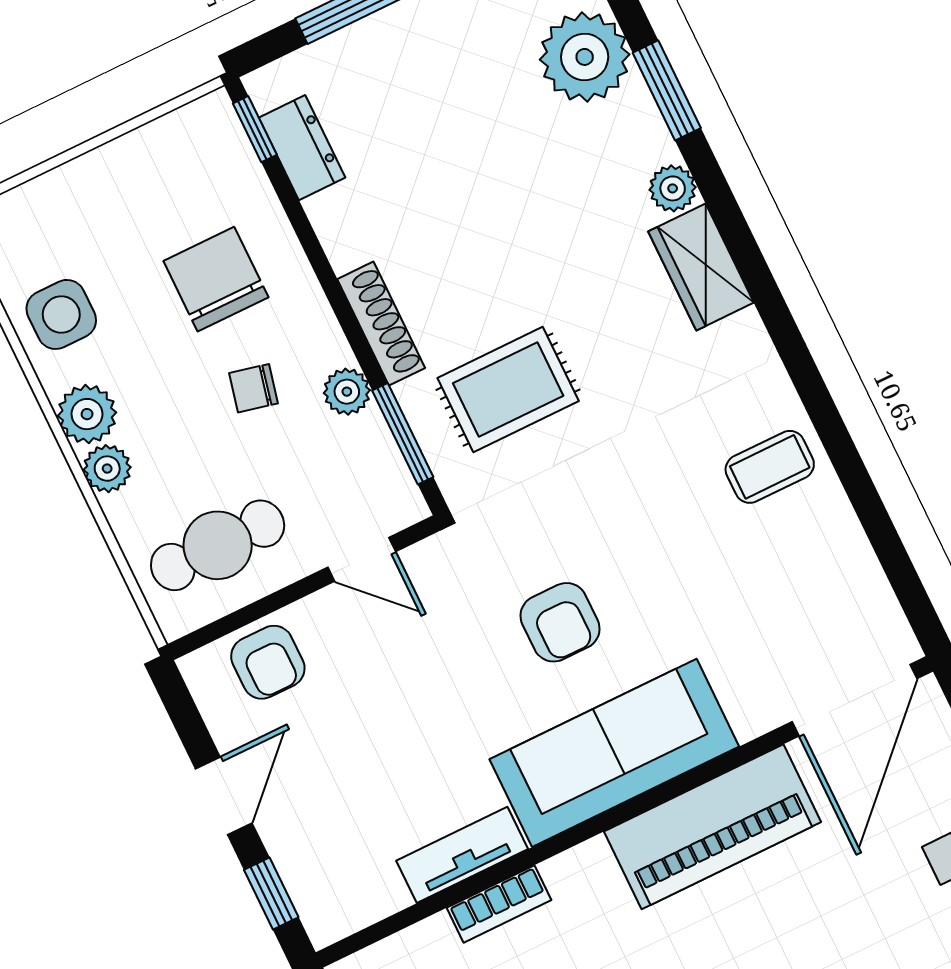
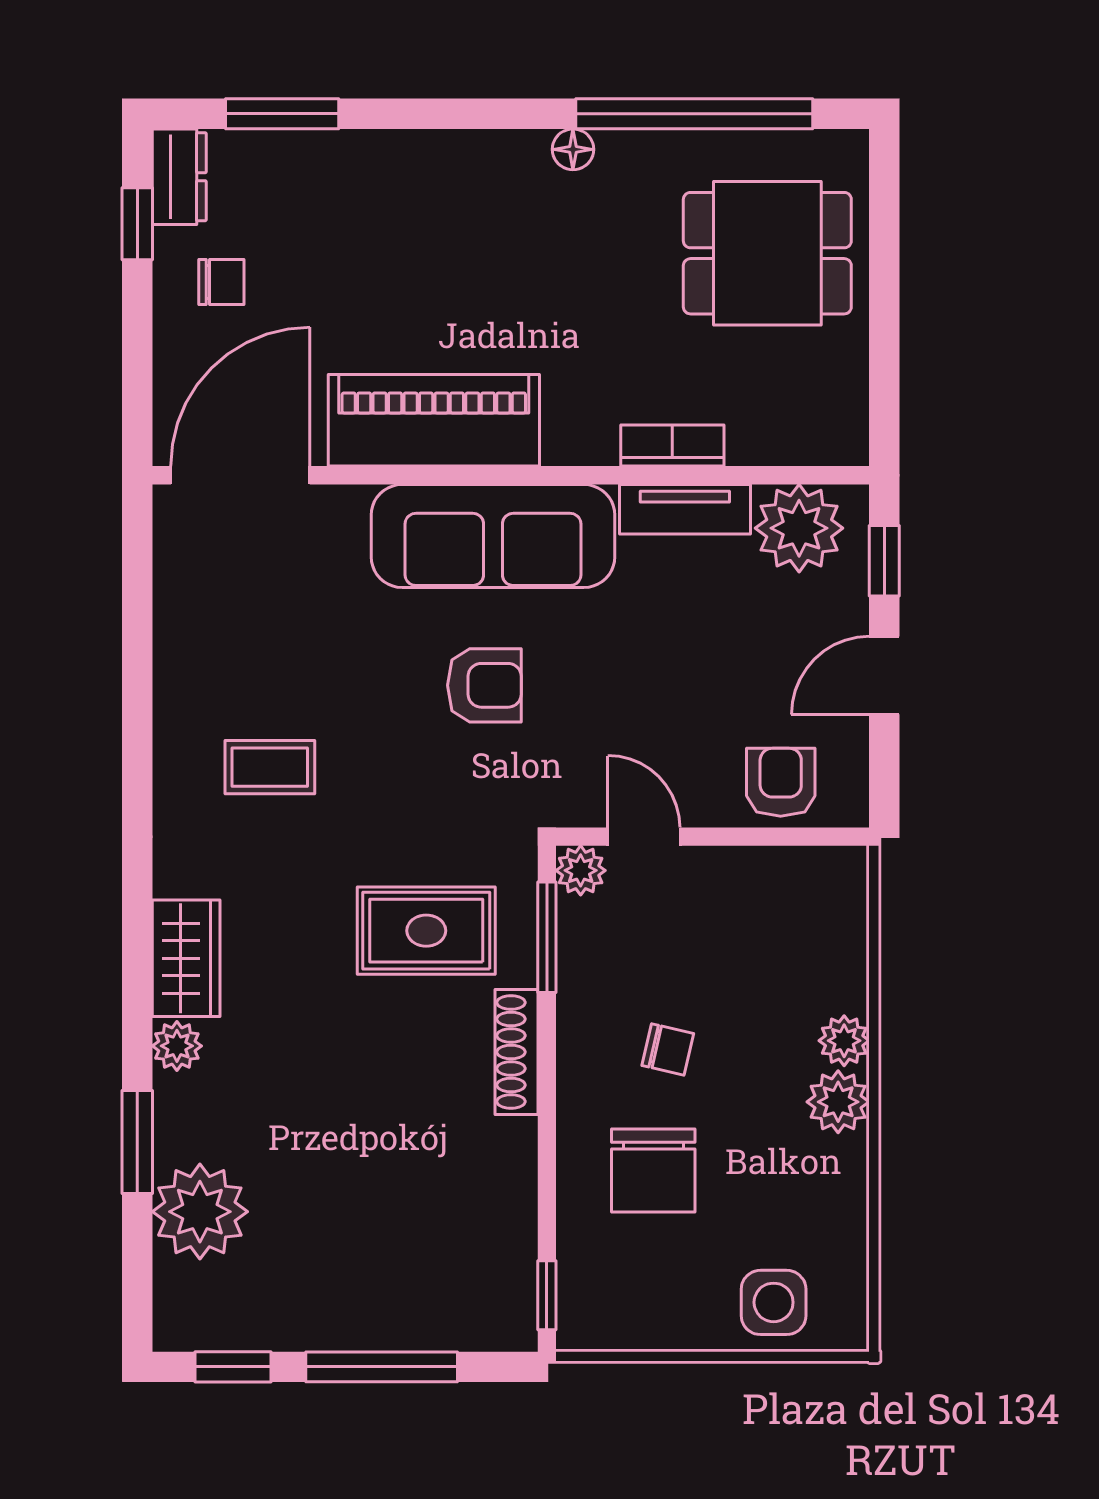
dresser: (302, 148) -> (510, 1256), removed
side table: (61, 314) -> (774, 1302), moved
plant: (347, 392) -> (581, 870), moved
coffee table: (770, 467) -> (270, 767), moved
cafe table: (218, 545) -> (775, 917), removed
armchair: (560, 622) -> (484, 685), turned 90
plant: (357, 886) -> (799, 528), added

